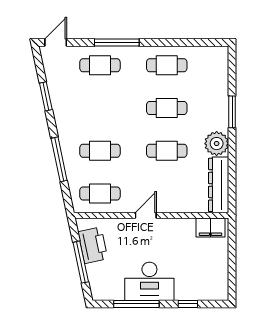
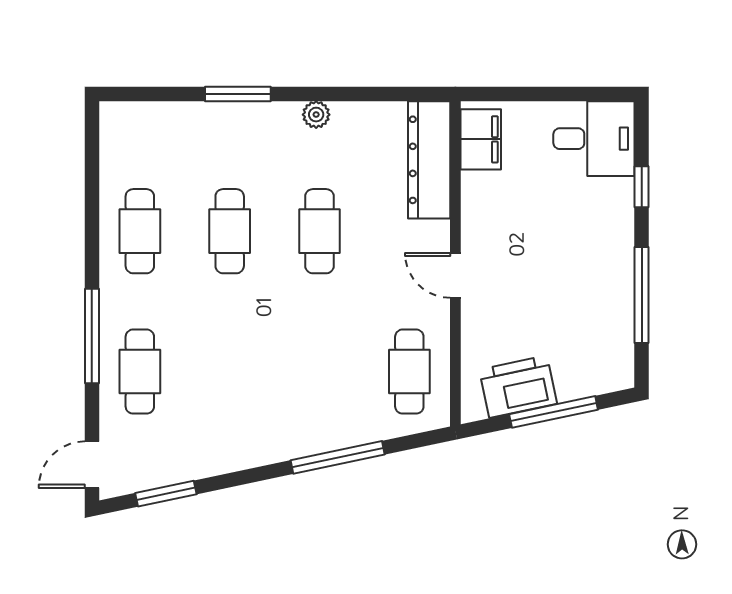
door: (56, 42) -> (92, 465), hinge flipped
window: (46, 96) -> (166, 494), moved
plant: (217, 144) -> (316, 115), width x0.53, depth x0.53
cafe table: (100, 151) -> (319, 372), removed
dresser: (219, 185) -> (429, 160), moved, turned 90
desk: (149, 281) -> (594, 139), moved, width x0.73

